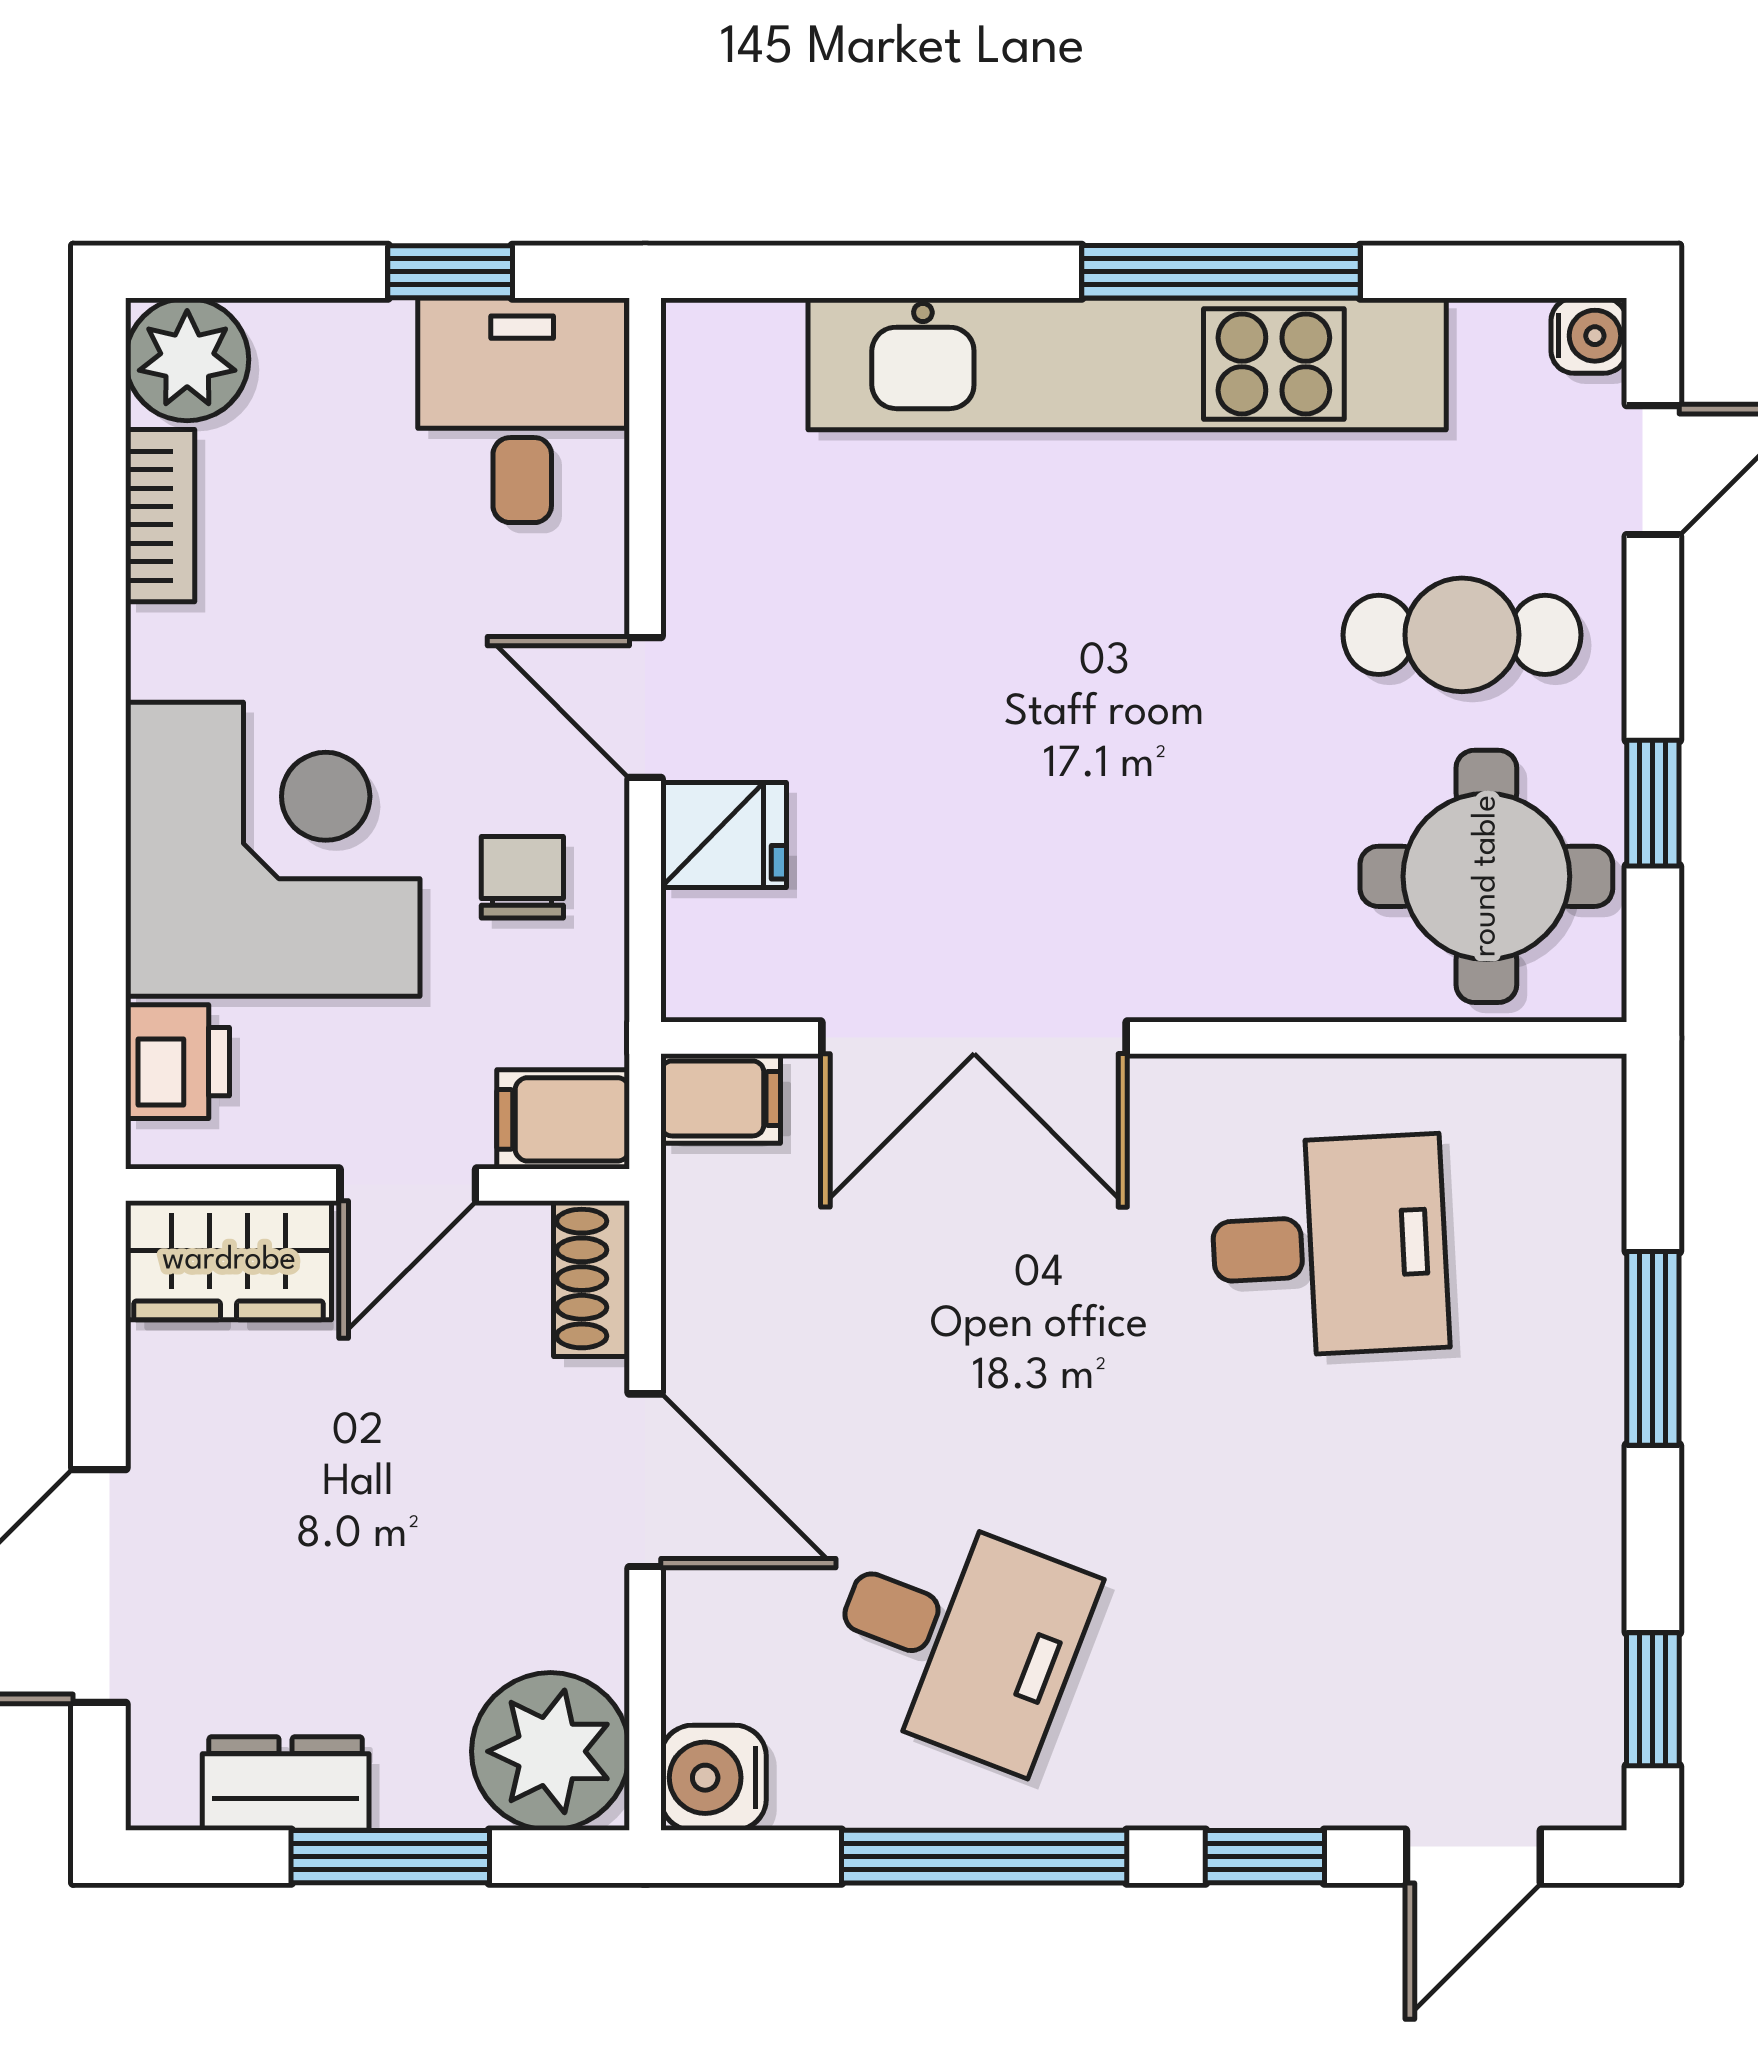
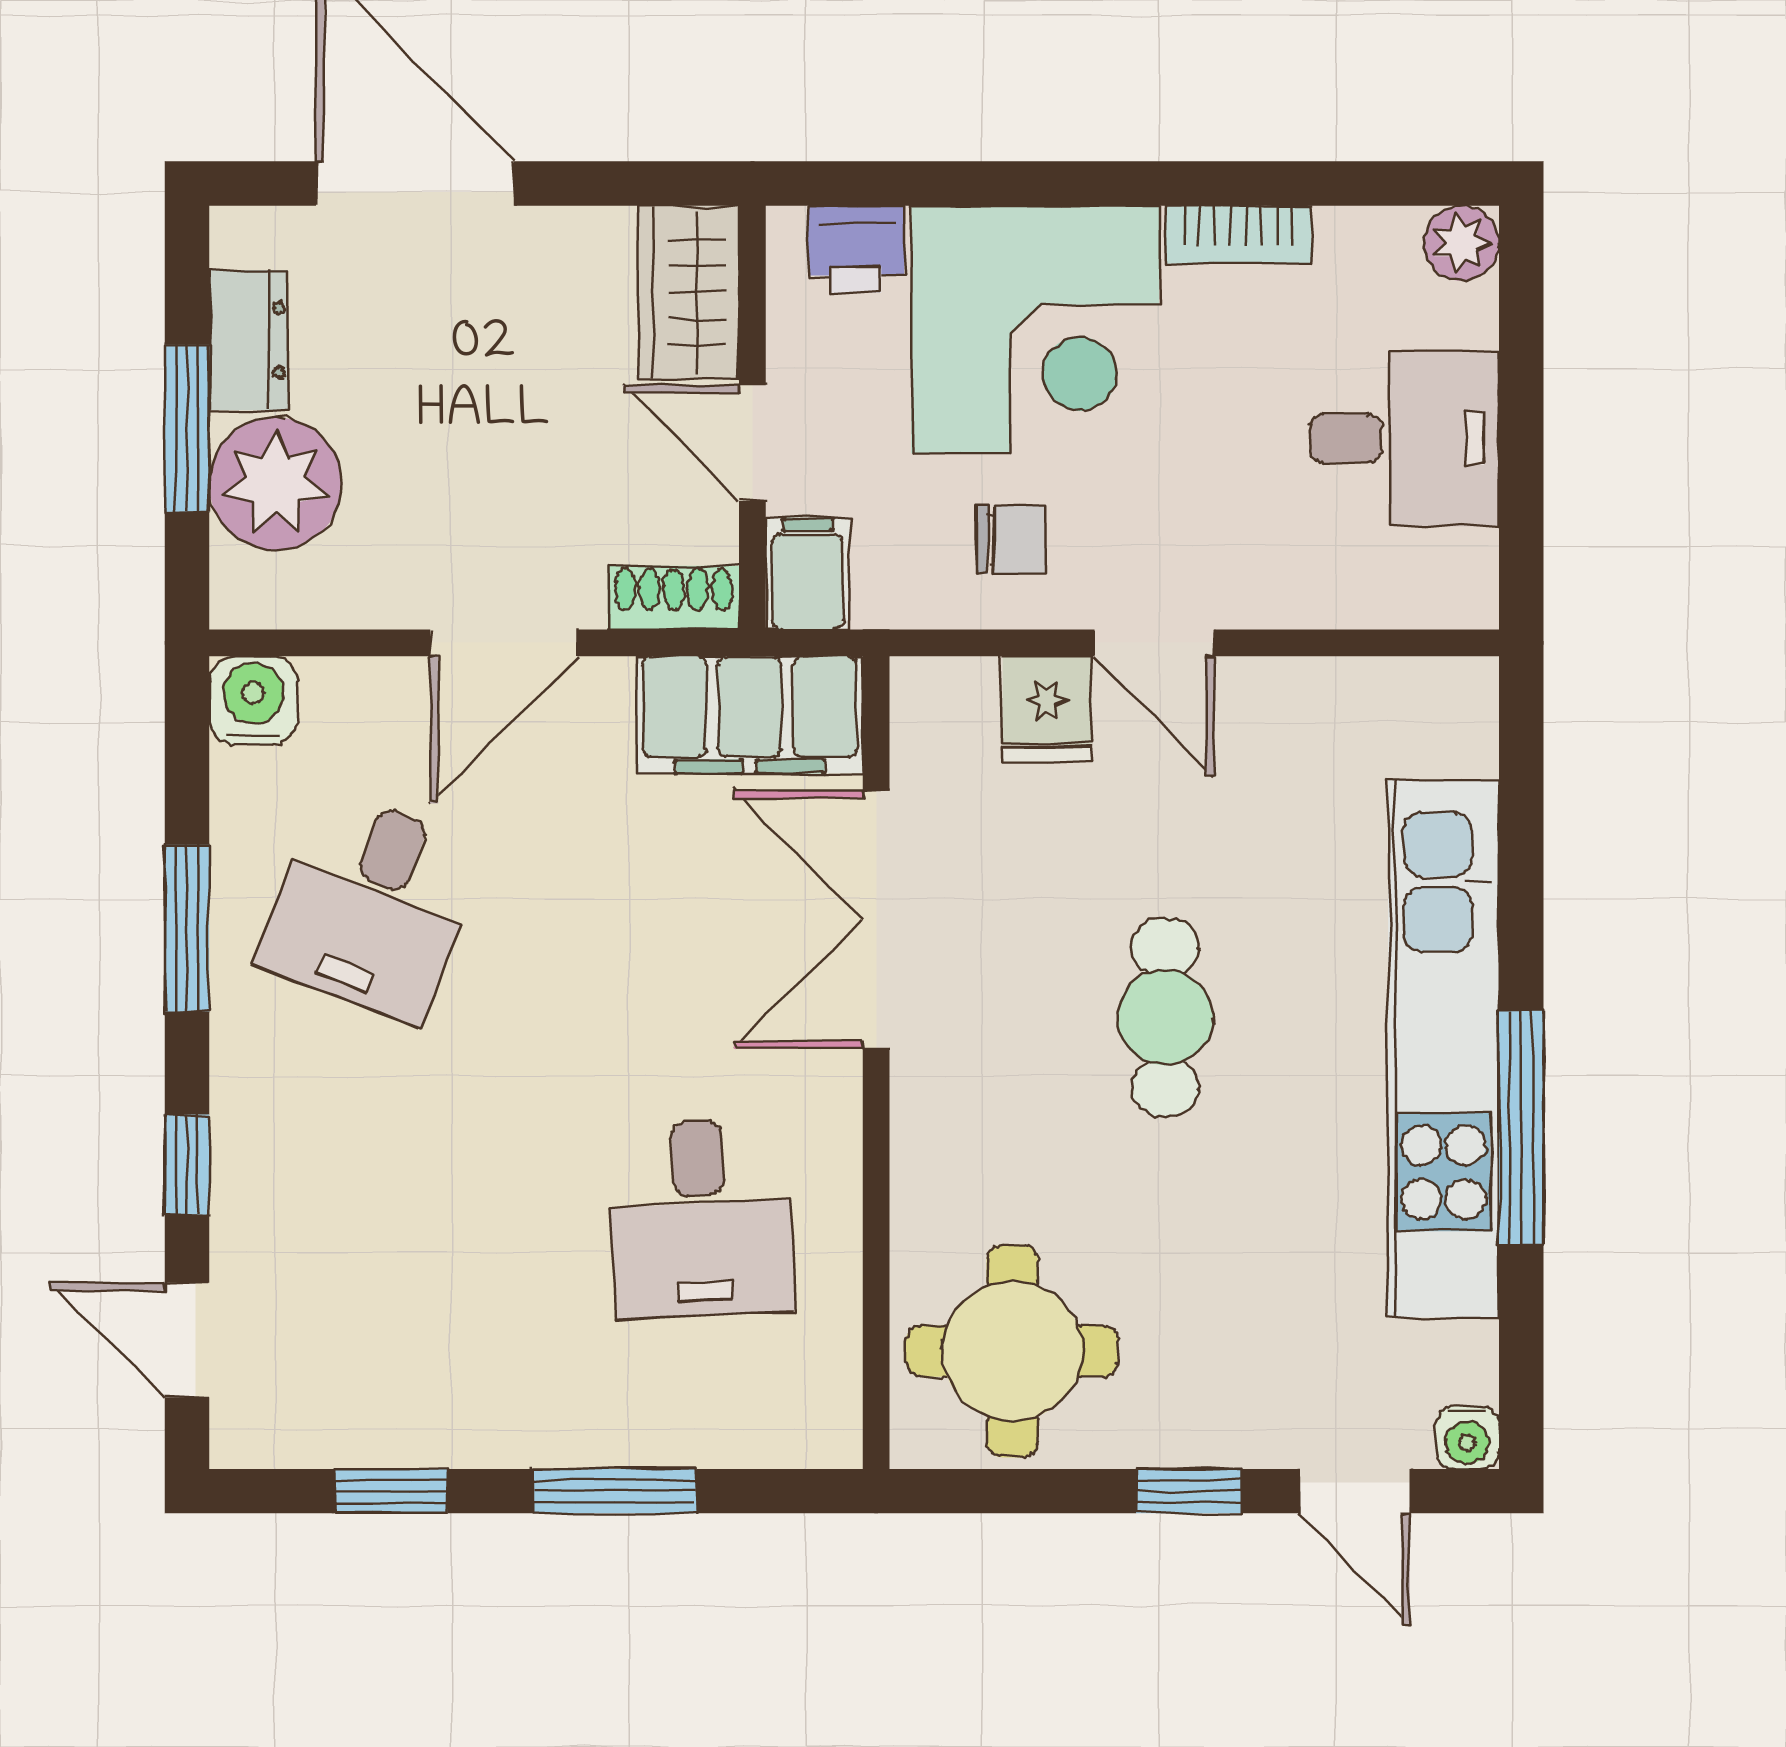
window: (450, 272) -> (1521, 479), removed
plant: (187, 359) -> (1461, 243), width x0.73, depth x0.73
desk: (522, 410) -> (1404, 439), moved
bookcase: (160, 516) -> (1238, 235), moved
cafe table: (1462, 635) -> (1165, 1017), moved
door: (645, 708) -> (1154, 643), swing flipped
window: (1653, 803) -> (1189, 1491), moved
filing cabinet: (721, 1098) -> (750, 715), width x3.00, depth x1.17
window: (1653, 1699) -> (391, 1491), moved
plant: (551, 1751) -> (276, 484), moved
window: (984, 1857) -> (187, 928), width x0.69

